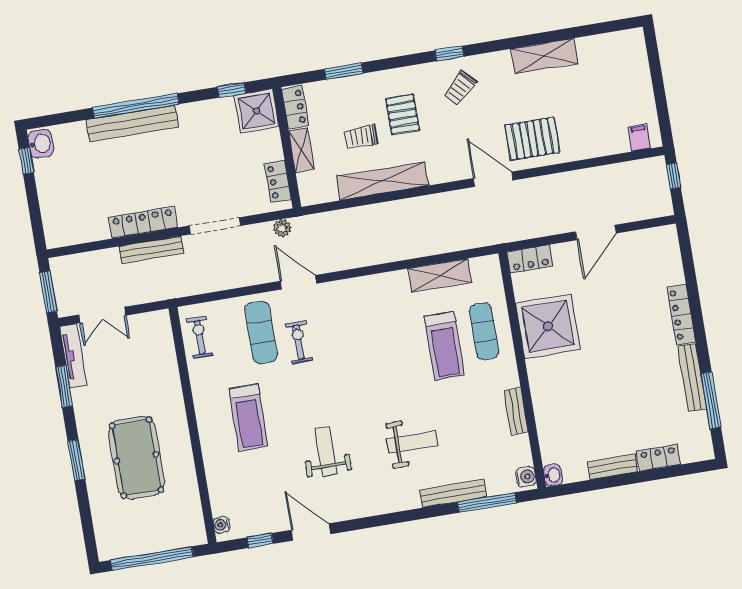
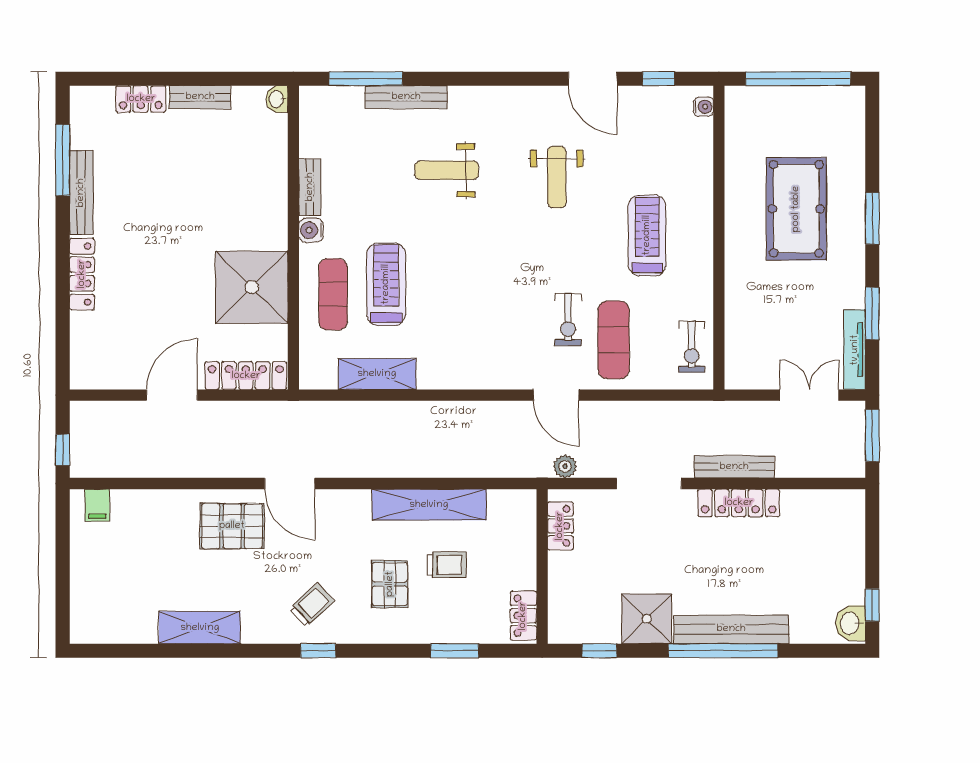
shower: (257, 111) -> (647, 619), moved
shelving: (301, 150) -> (524, 560), removed
locker: (530, 259) -> (246, 376), width x1.53
water cooler: (526, 477) -> (311, 230), moved

